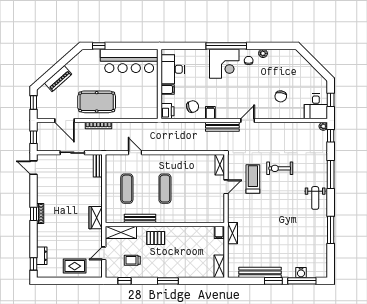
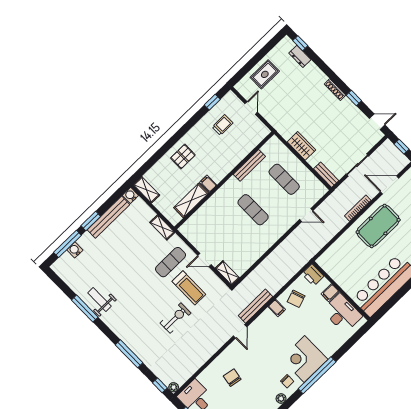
door: (226, 187) -> (204, 260), hinge flipped
weight bench: (315, 198) -> (99, 300), moved
exercise mat: (249, 206) -> (171, 262), added
window: (33, 214) -> (354, 98), moved
wardrobe: (96, 218) -> (301, 146), moved
shelving: (121, 232) -> (191, 200), moved
filing cabinet: (219, 232) -> (208, 184), moved
pallet: (156, 238) -> (183, 156), moved
water cooler: (233, 273) -> (130, 195), added
window: (168, 281) -> (177, 137), removed

